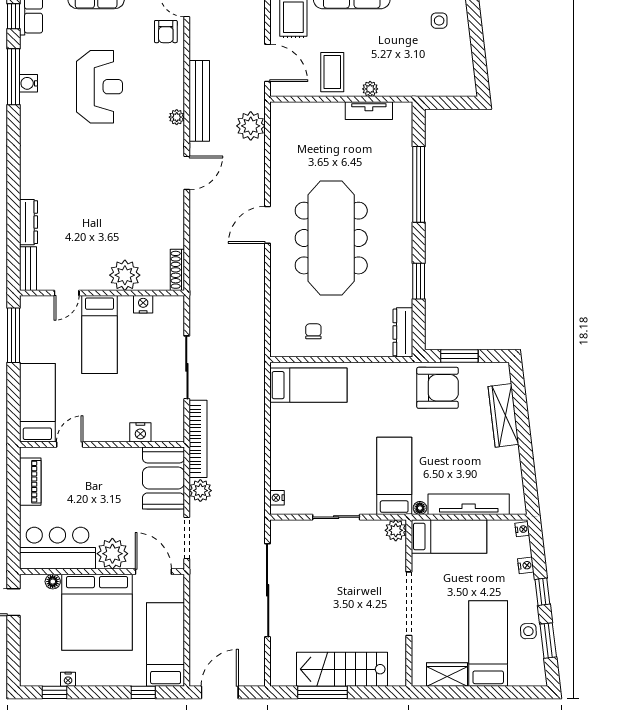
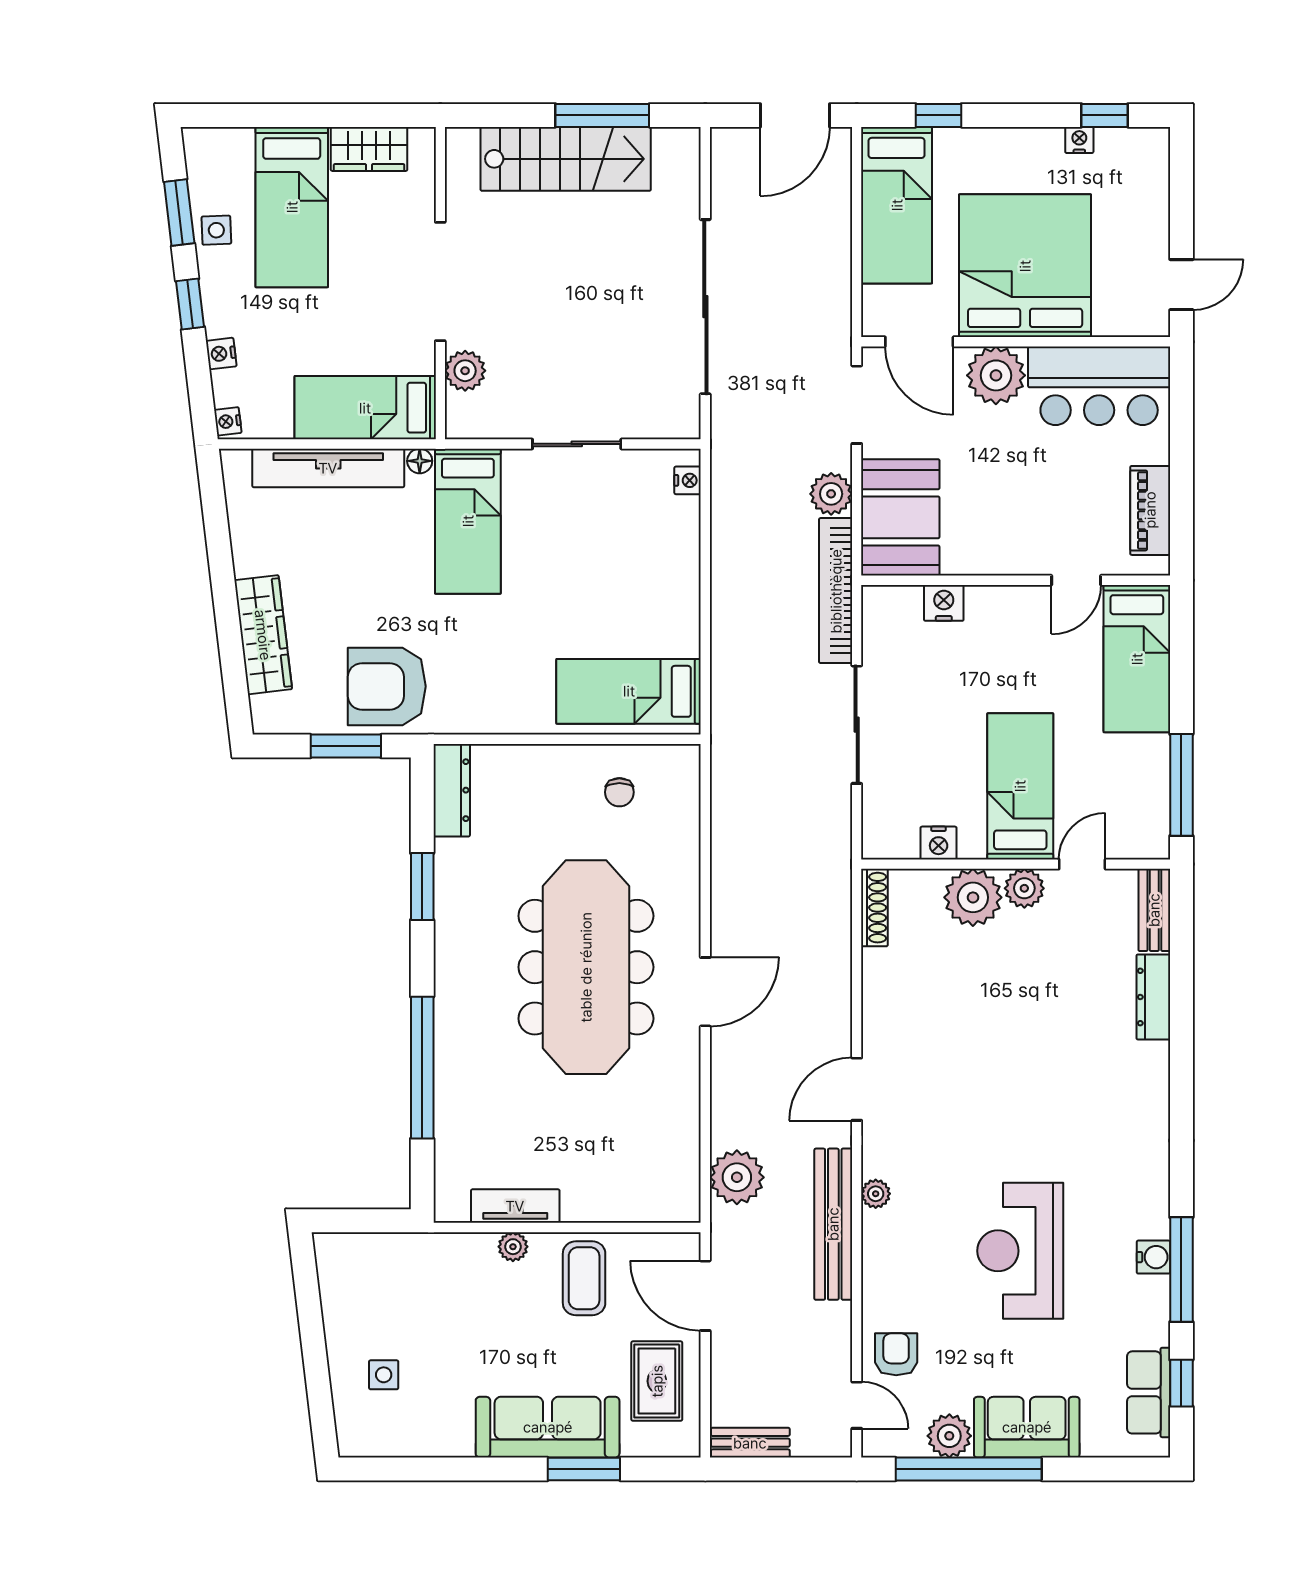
plant: (97, 280) -> (1024, 888), added
plant: (396, 530) -> (465, 371), moved
floor lamp: (53, 582) -> (1108, 323), removed

